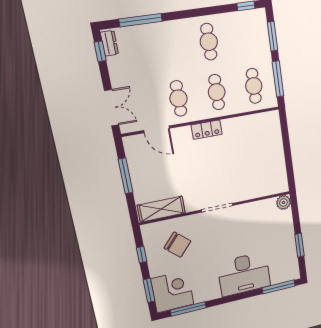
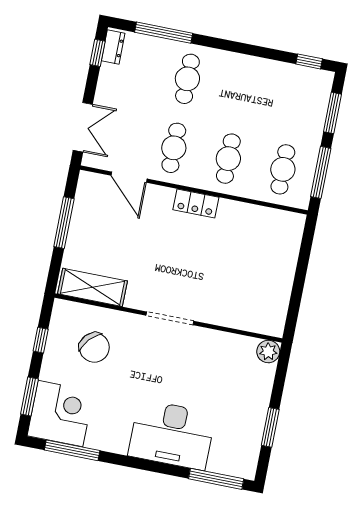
cafe table: (209, 42) -> (187, 79), moved

